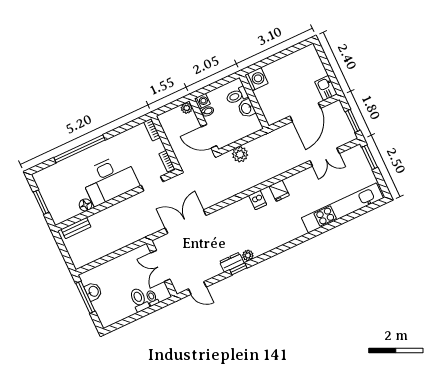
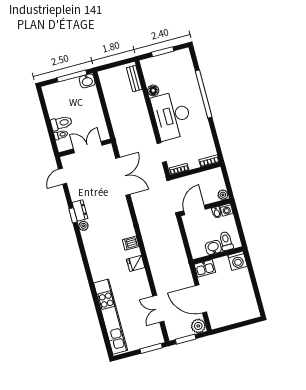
kitchen sink: (326, 88) -> (205, 268), moved, turned 180
plant: (240, 154) -> (198, 326), moved
washbasin: (93, 291) -> (87, 81), moved

